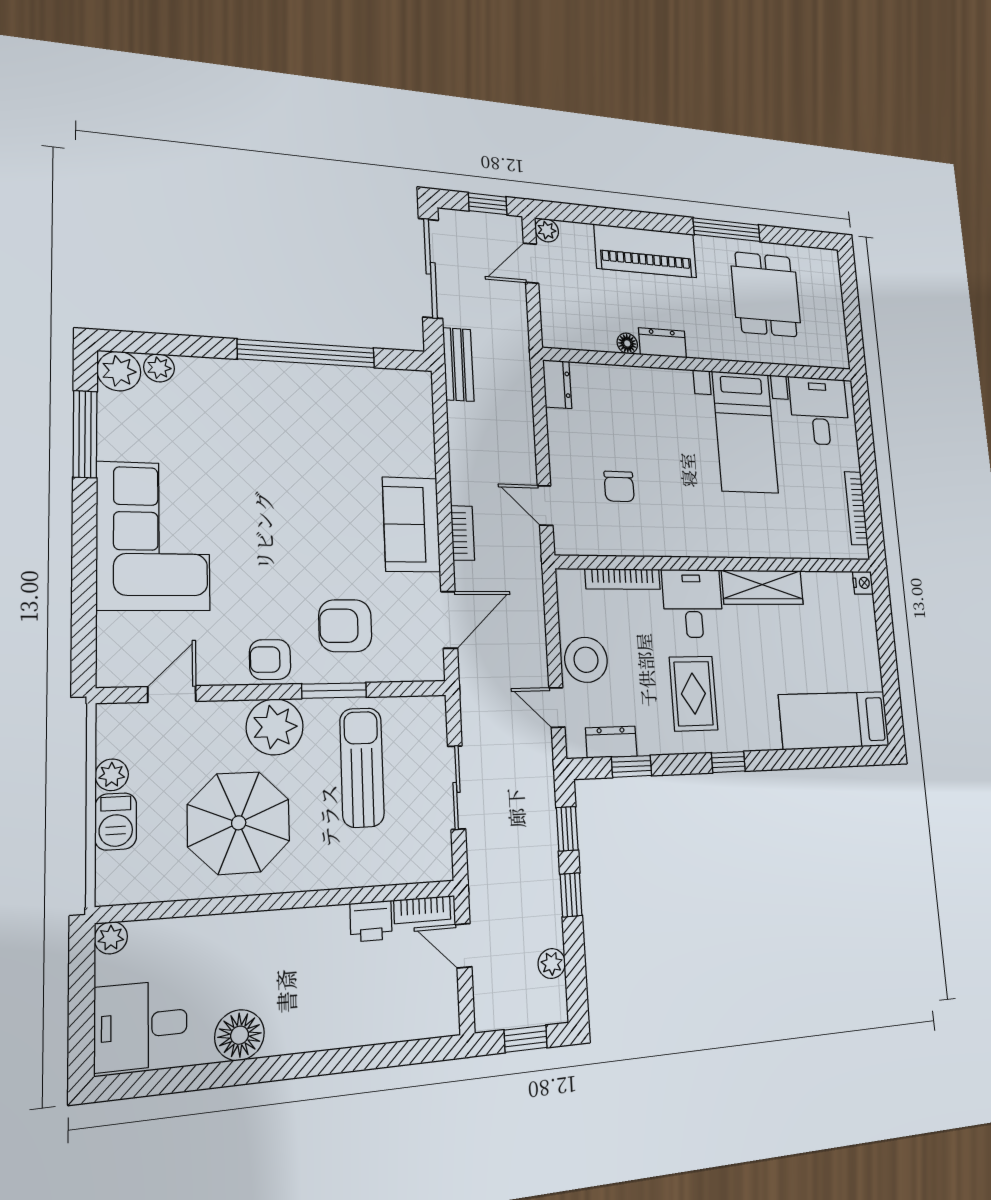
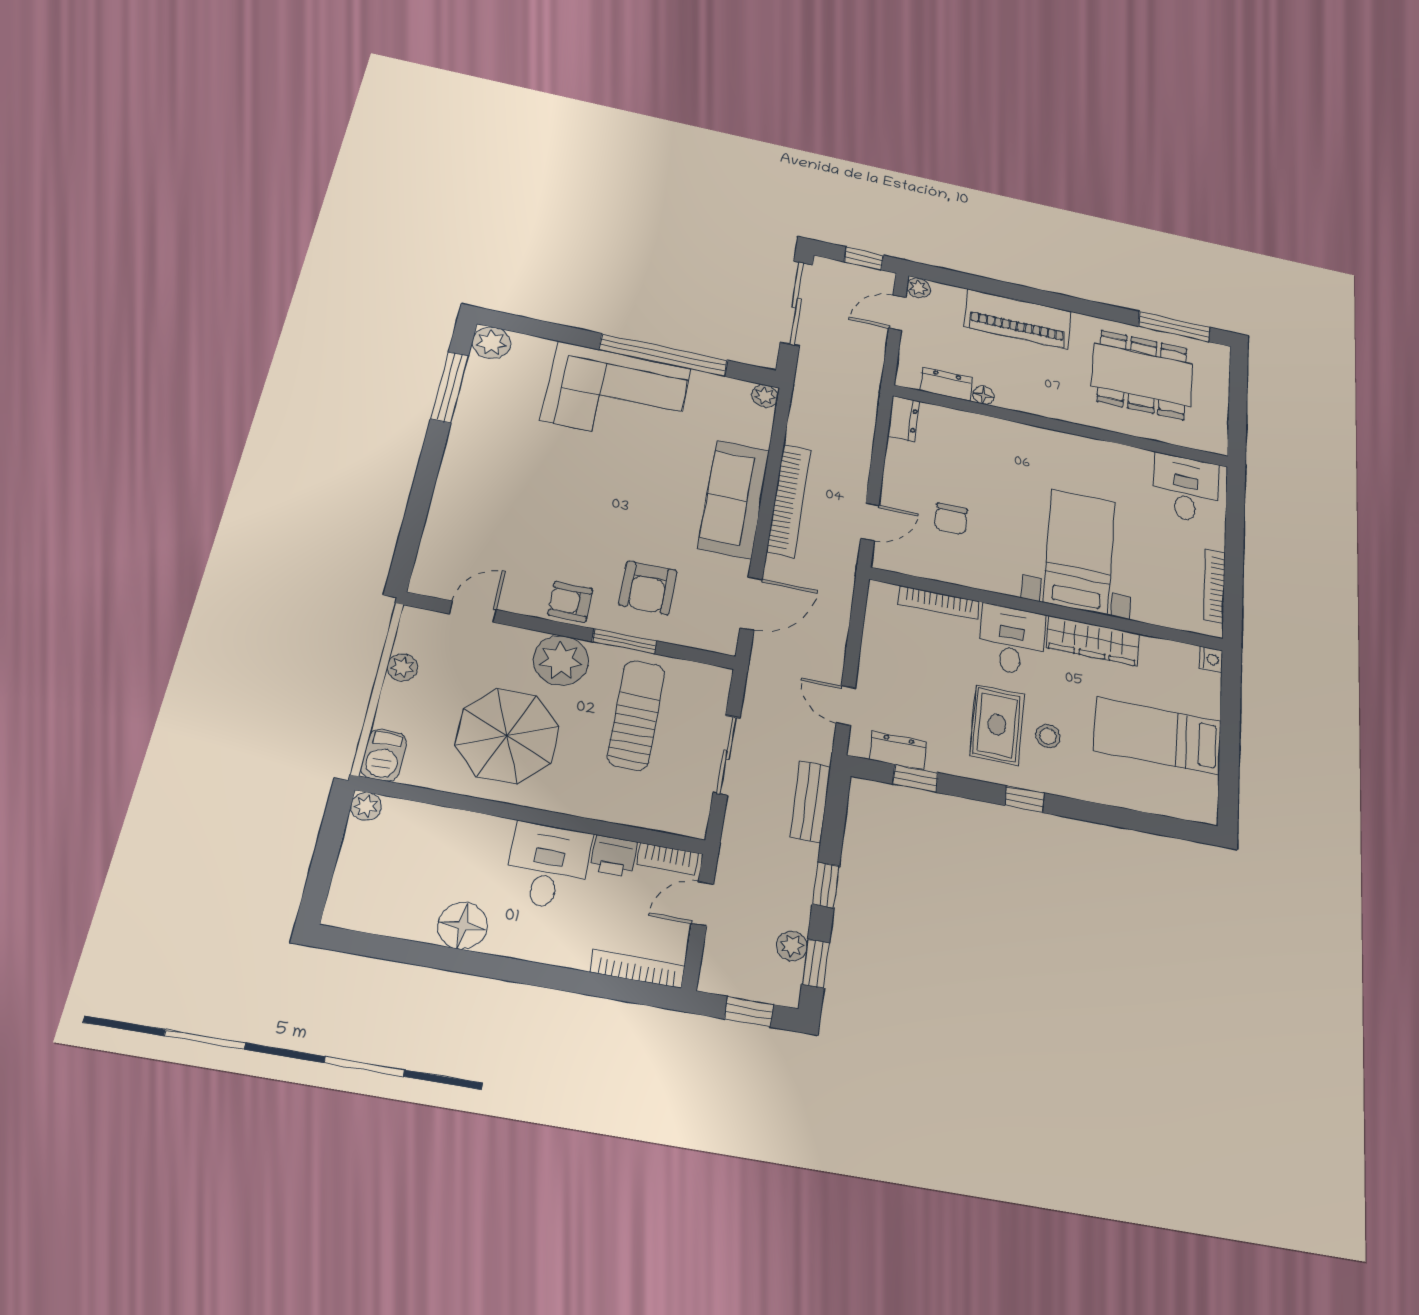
window: (727, 230) -> (1174, 327), moved
dining table: (766, 294) -> (1142, 375), width x1.38
dresser: (662, 343) -> (946, 384), moved
bench: (458, 365) -> (810, 802), moved
plant: (159, 368) -> (765, 396), moved
bed with nightstands: (745, 432) -> (1079, 551), moved, turned 180
door: (545, 505) -> (870, 522), swing flipped
sofa: (411, 524) -> (734, 499), width x1.36
bookcase: (463, 533) -> (789, 500), width x2.31, depth x1.31
corner sofa: (153, 536) -> (616, 394), moved, turned 90
armchair: (345, 626) -> (648, 588), turned -90
stool: (586, 660) -> (1048, 736), moved, width x0.53, depth x0.53
bed: (834, 720) -> (1158, 736), moved
barbecue: (116, 821) -> (384, 755), moved
window: (567, 829) -> (816, 964), moved
door: (464, 946) -> (702, 904), hinge flipped
desk: (141, 1026) -> (548, 866), moved, turned 90
bookcase: (417, 1028) -> (638, 969), added

